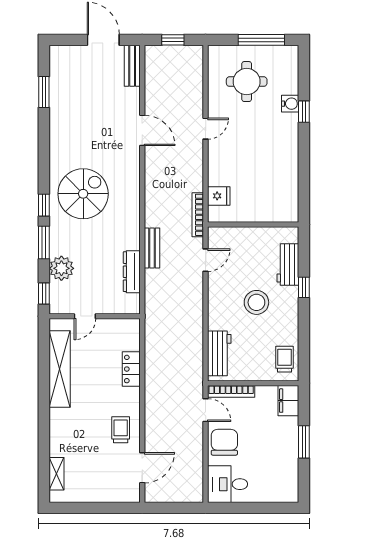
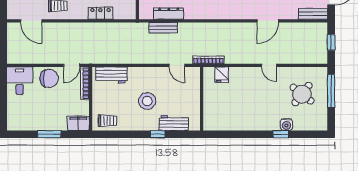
window: (261, 40) -> (331, 91), moved
round table: (247, 82) -> (302, 94), turned 38
bench: (152, 248) -> (163, 28), moved

